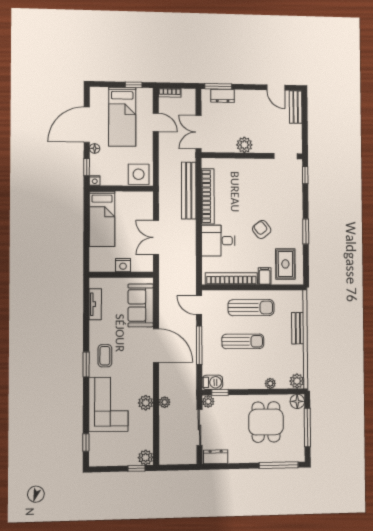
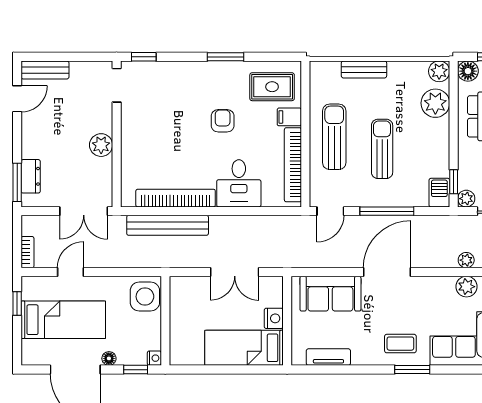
bed: (102, 219) -> (244, 348), moved, turned 180
armchair: (262, 229) -> (223, 121), turned 128
plant: (270, 383) -> (435, 103), width x1.88, depth x1.88

